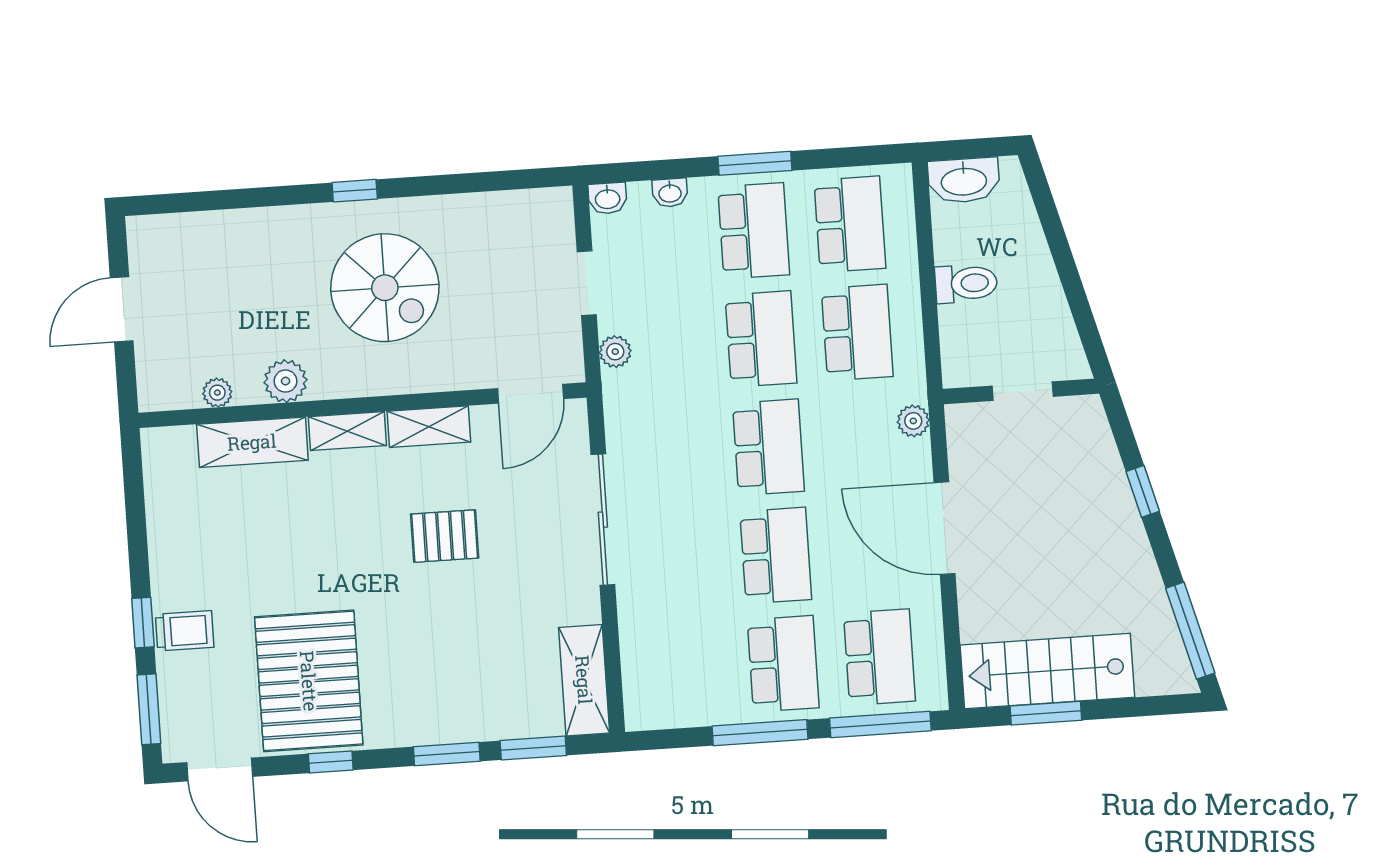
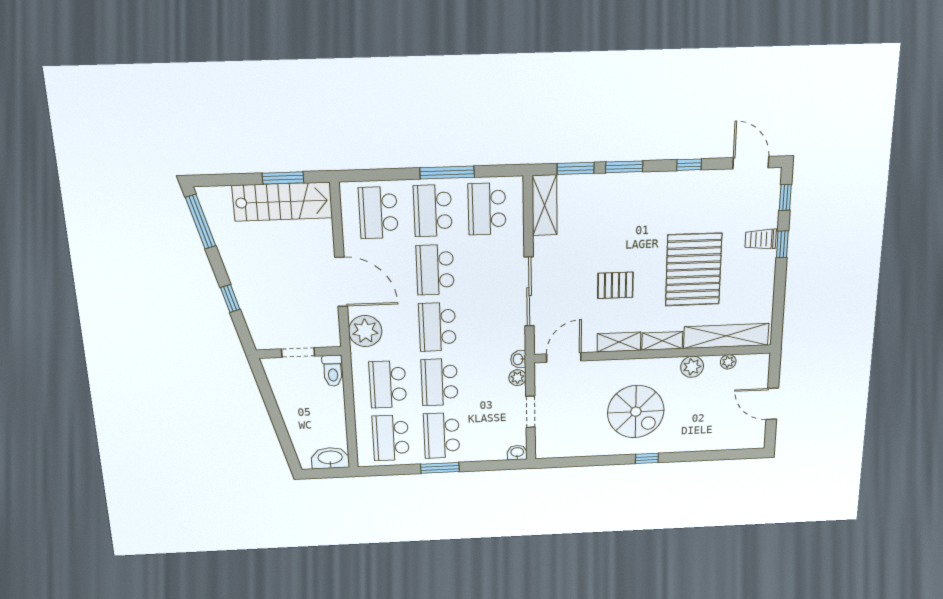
washbasin: (670, 193) -> (518, 359), moved, turned -90
toilet: (966, 283) -> (333, 371), moved, turned -90
spiral stairs: (385, 288) -> (636, 412), turned 180
door: (122, 309) -> (772, 404), swing flipped
plant: (913, 421) -> (365, 331), width x1.88, depth x1.88
shelving: (252, 442) -> (726, 336), width x1.47
school desk: (687, 670) -> (487, 209), added
pallet: (309, 681) -> (694, 270), moved
window: (149, 709) -> (785, 197), width x0.67
window: (880, 724) -> (378, 175), removed

